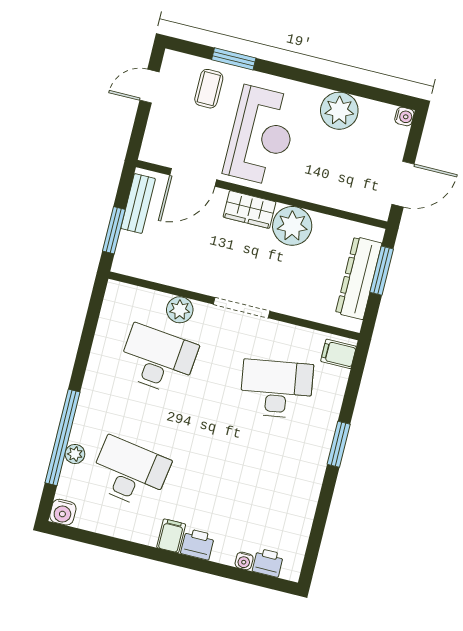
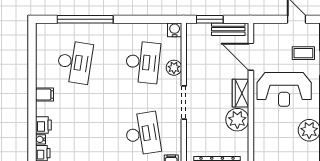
plant: (75, 454) -> (77, 28), removed
water cooler: (63, 512) -> (175, 30), moved, turned 90
printer: (198, 544) -> (43, 125), moved

